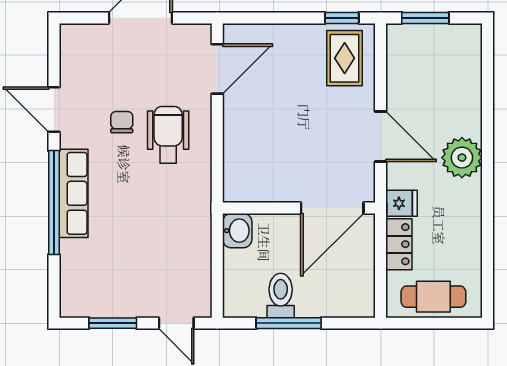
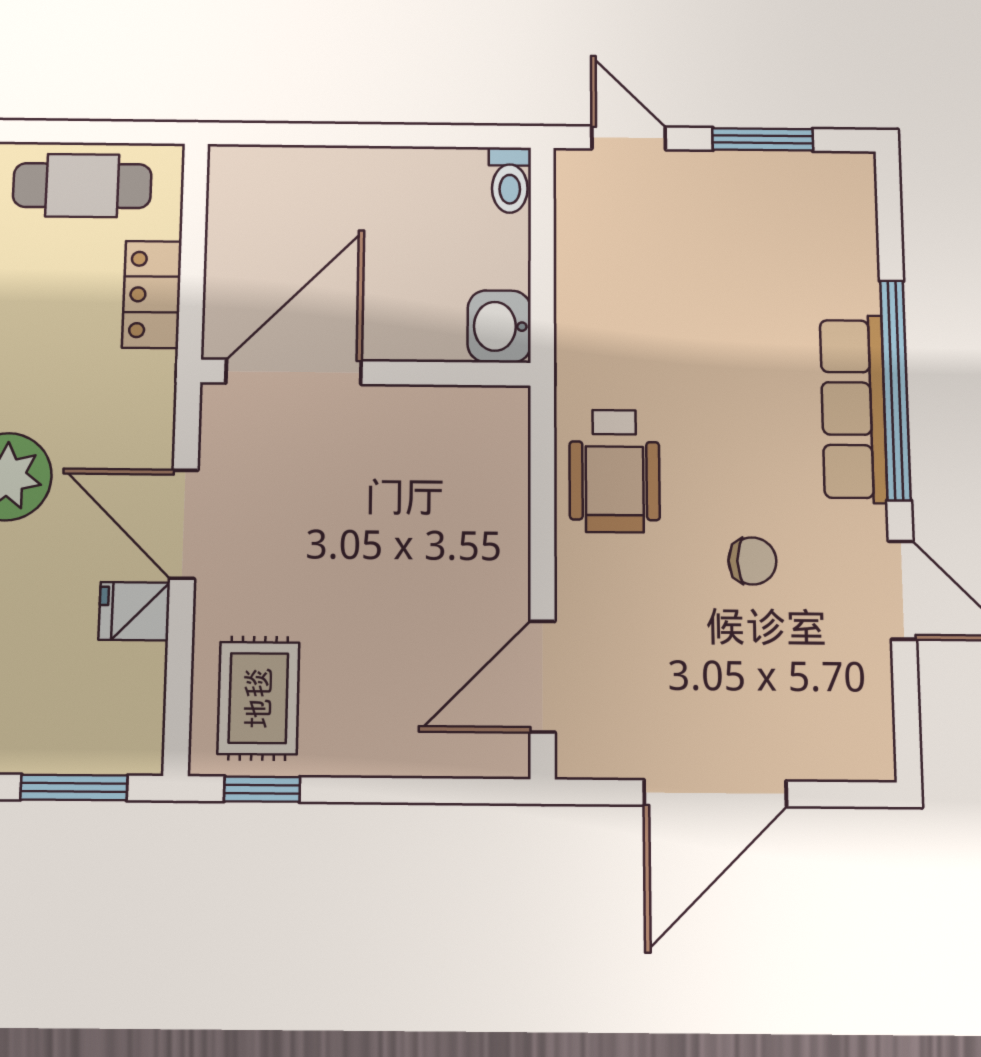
chair: (122, 122) -> (752, 561), turned -90
wheelchair: (168, 135) -> (615, 471), moved
fridge: (401, 203) -> (134, 611), moved
toilet: (281, 295) -> (510, 180), moved, width x0.73, depth x0.72
window: (289, 323) -> (391, 135), removed

